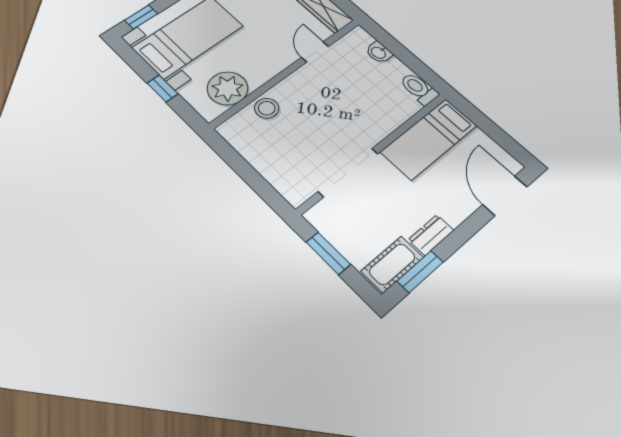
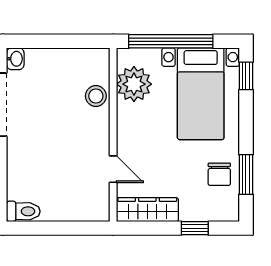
washbasin: (379, 52) -> (15, 59), moved, turned 90
window: (163, 88) -> (171, 41), width x3.17

